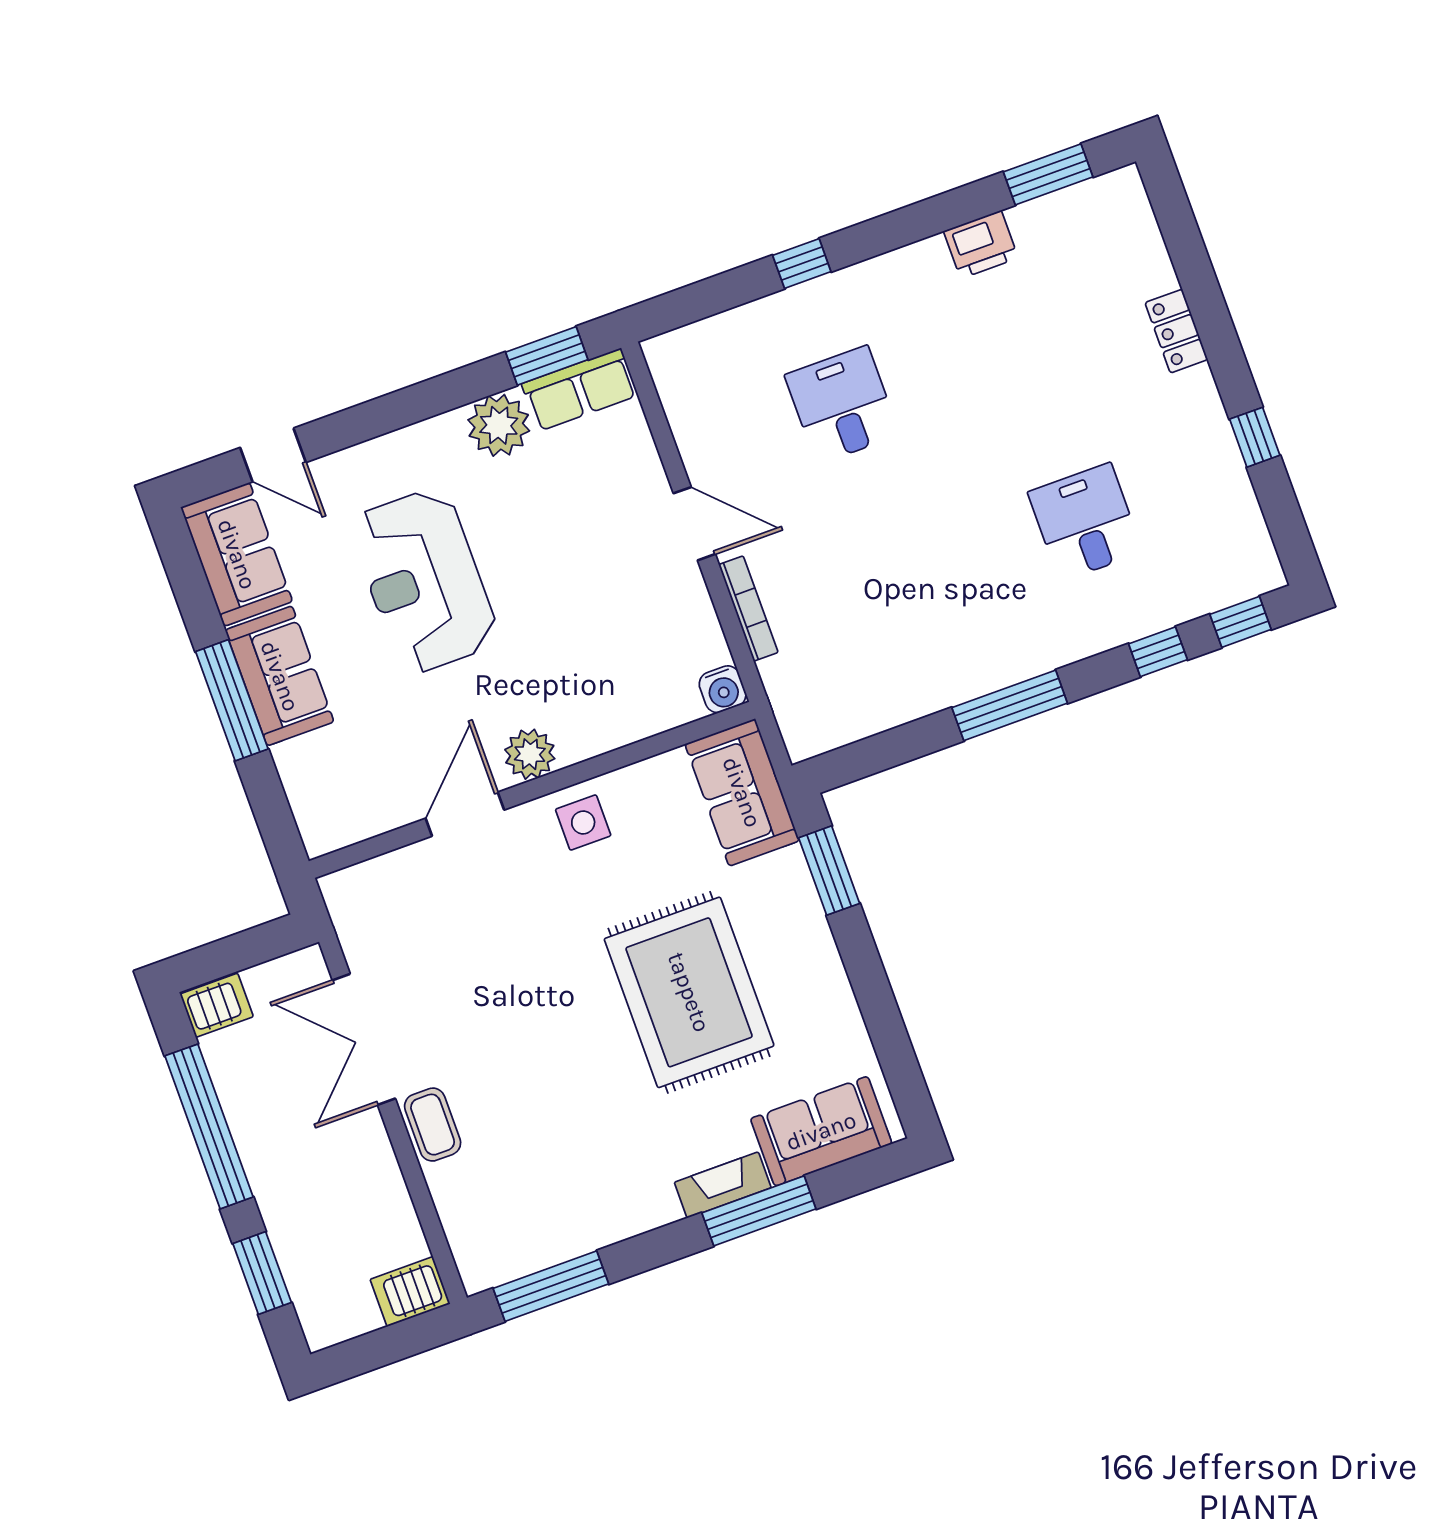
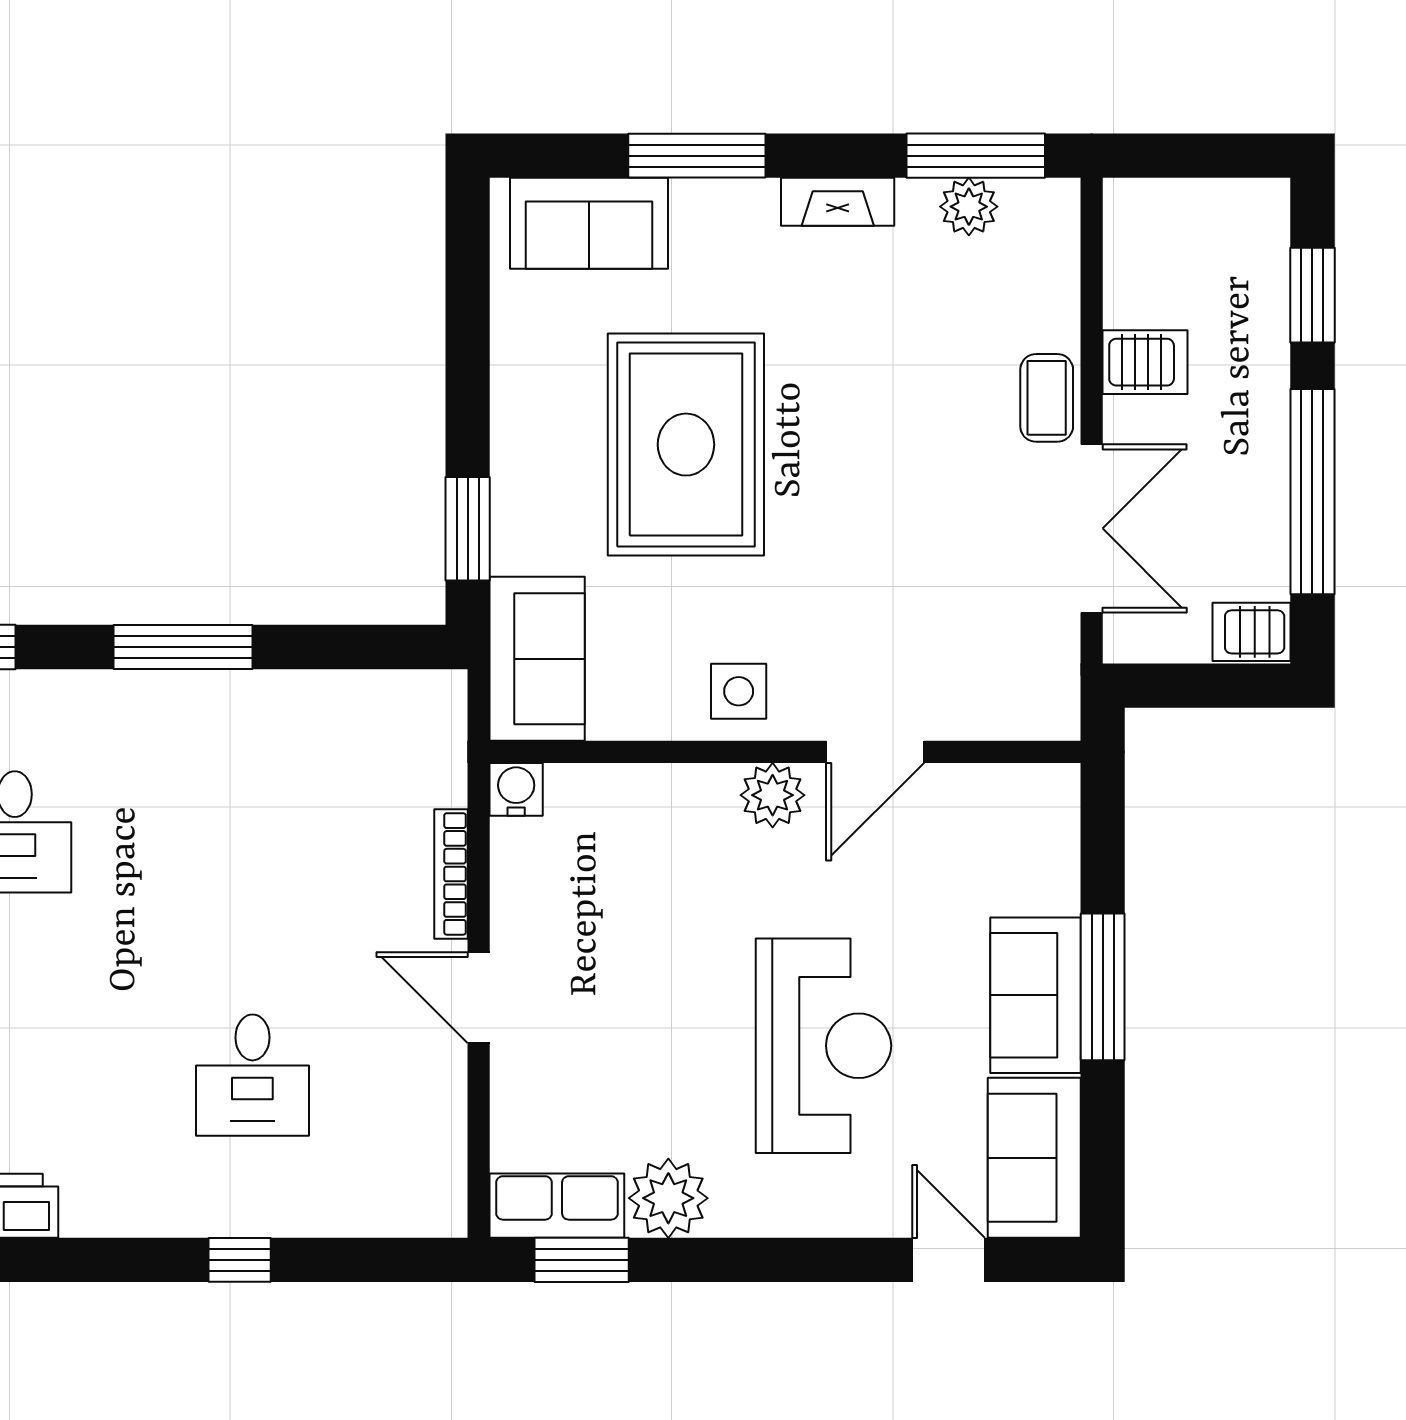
fireplace: (723, 1185) -> (838, 202), moved
plant: (542, 1246) -> (969, 207), added
server rack: (410, 1292) -> (1145, 362), moved

